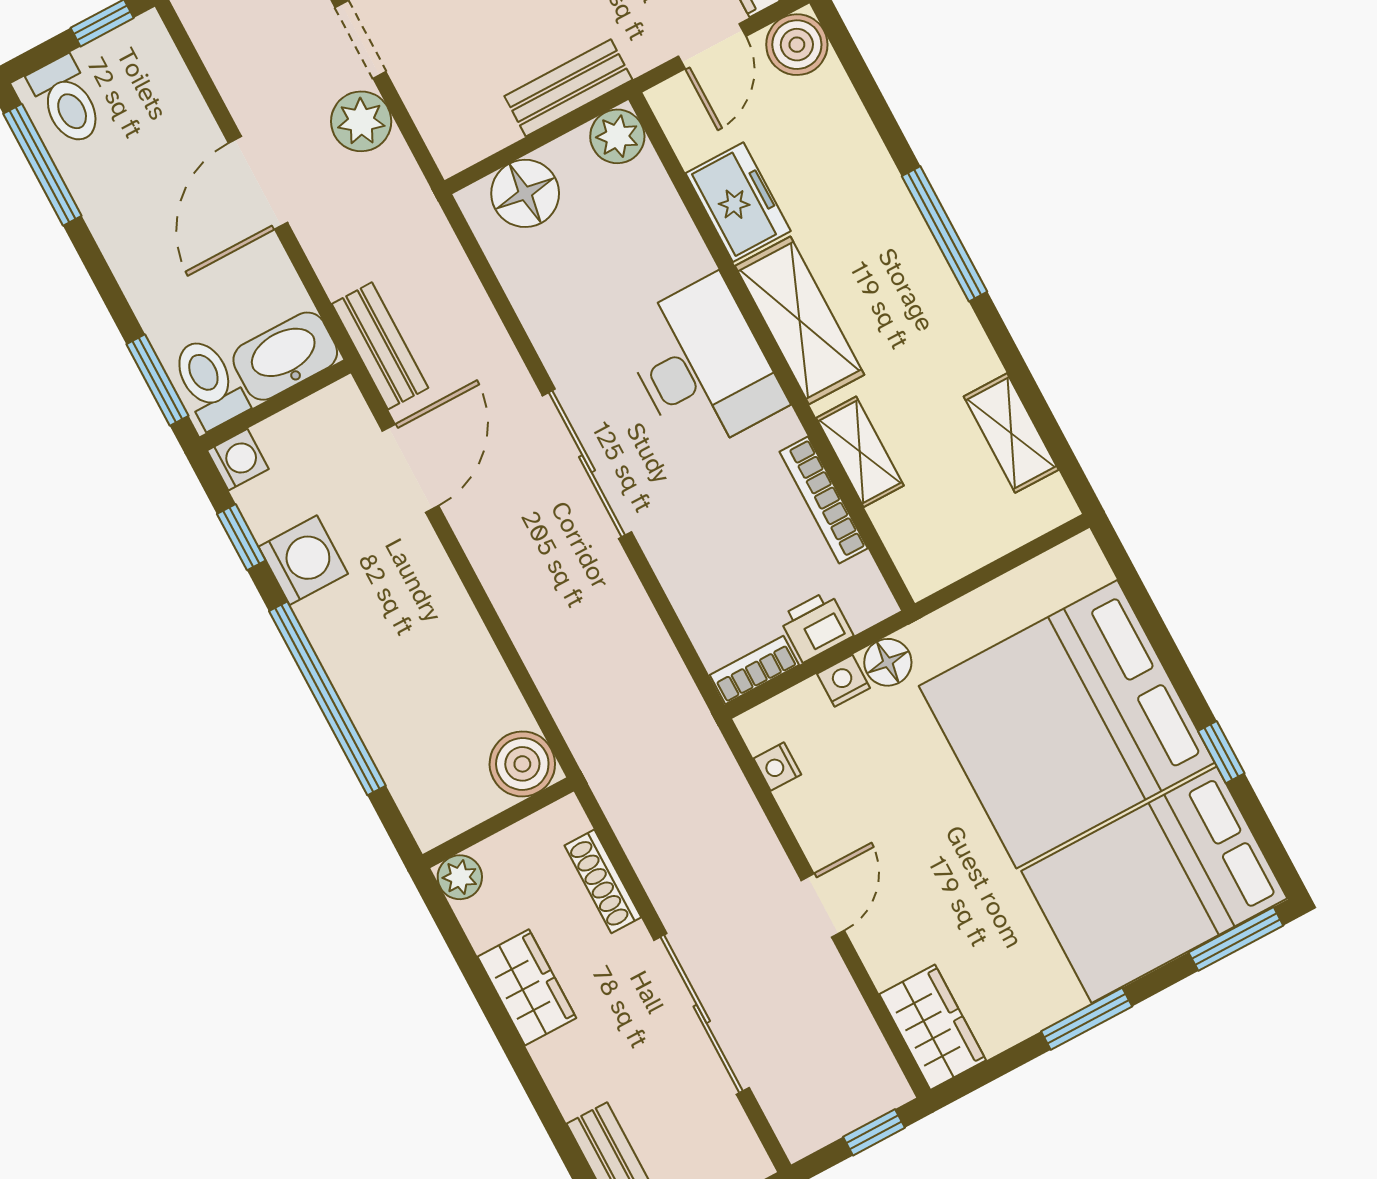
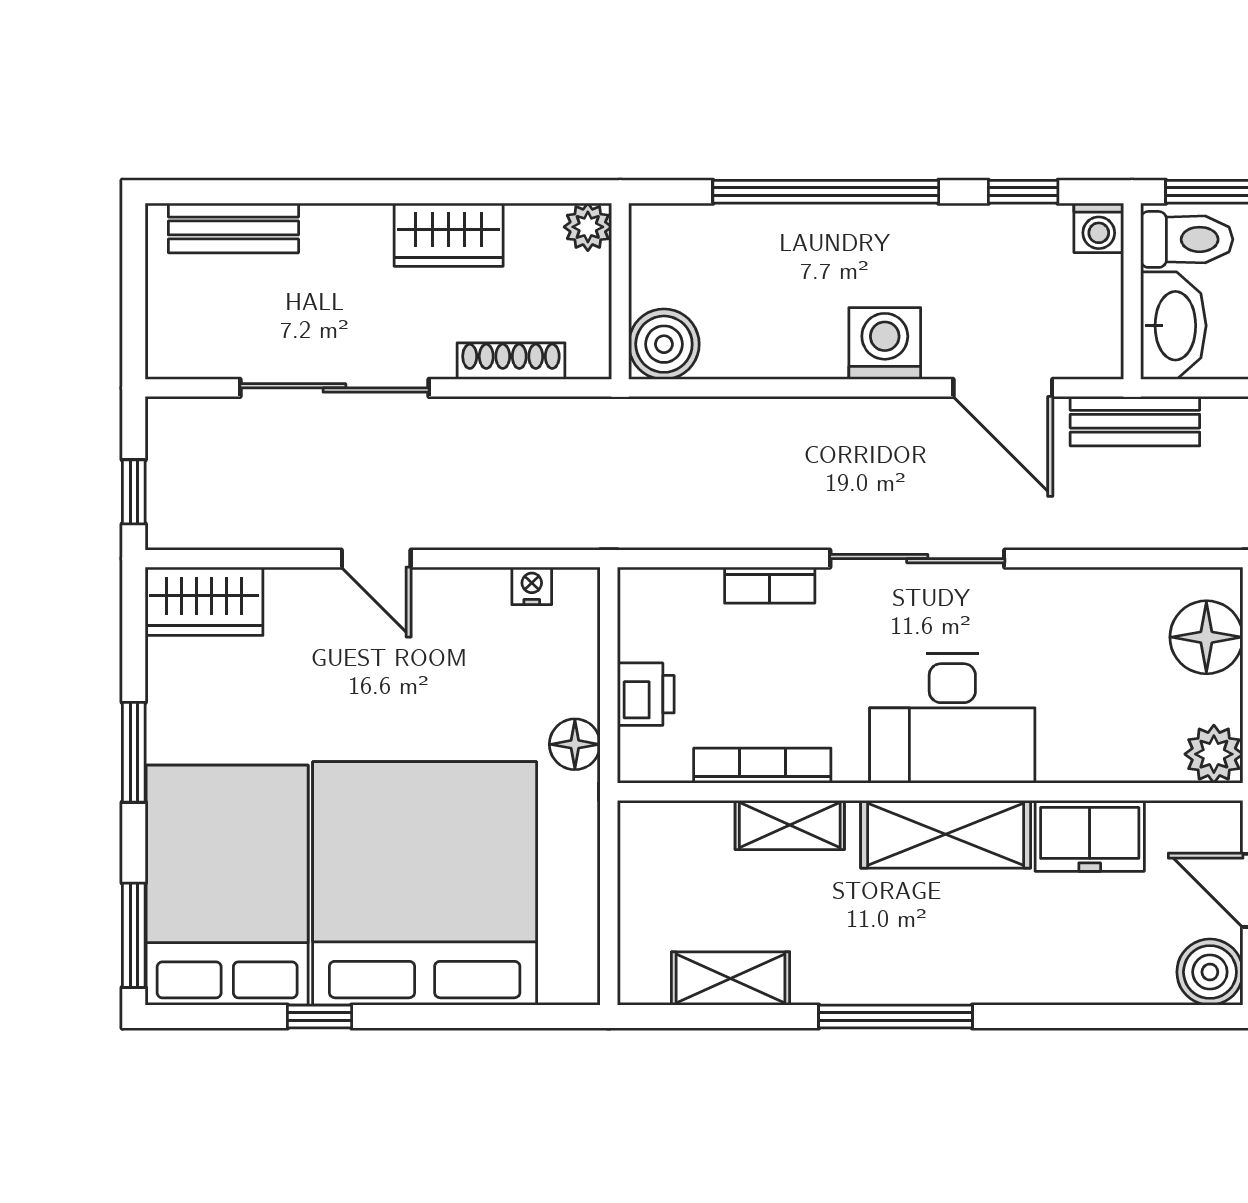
window: (945, 234) -> (896, 1016), moved
washing machine: (303, 560) -> (885, 343), moved, turned 180
bookcase: (754, 670) -> (770, 585), moved, turned 90
nightstand: (843, 681) -> (580, 693), removed

